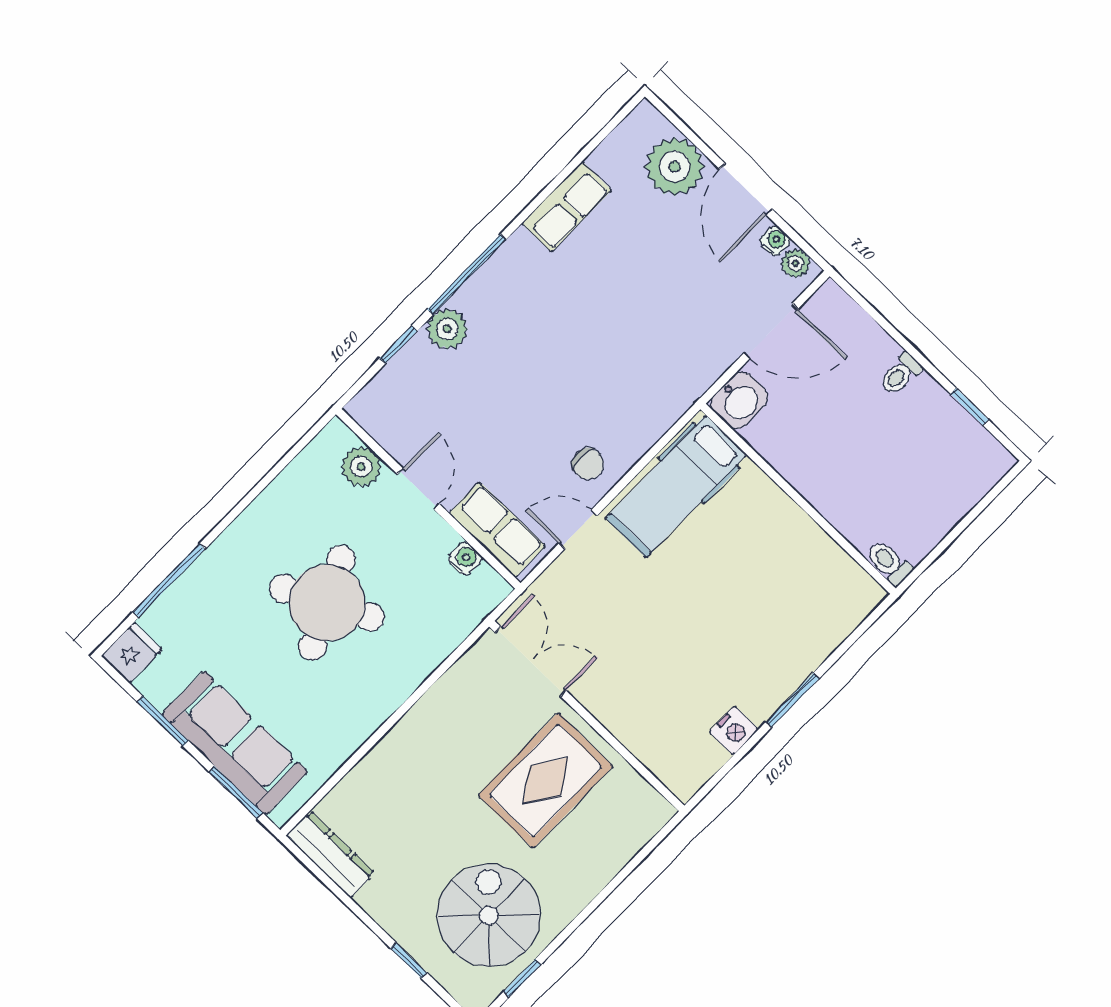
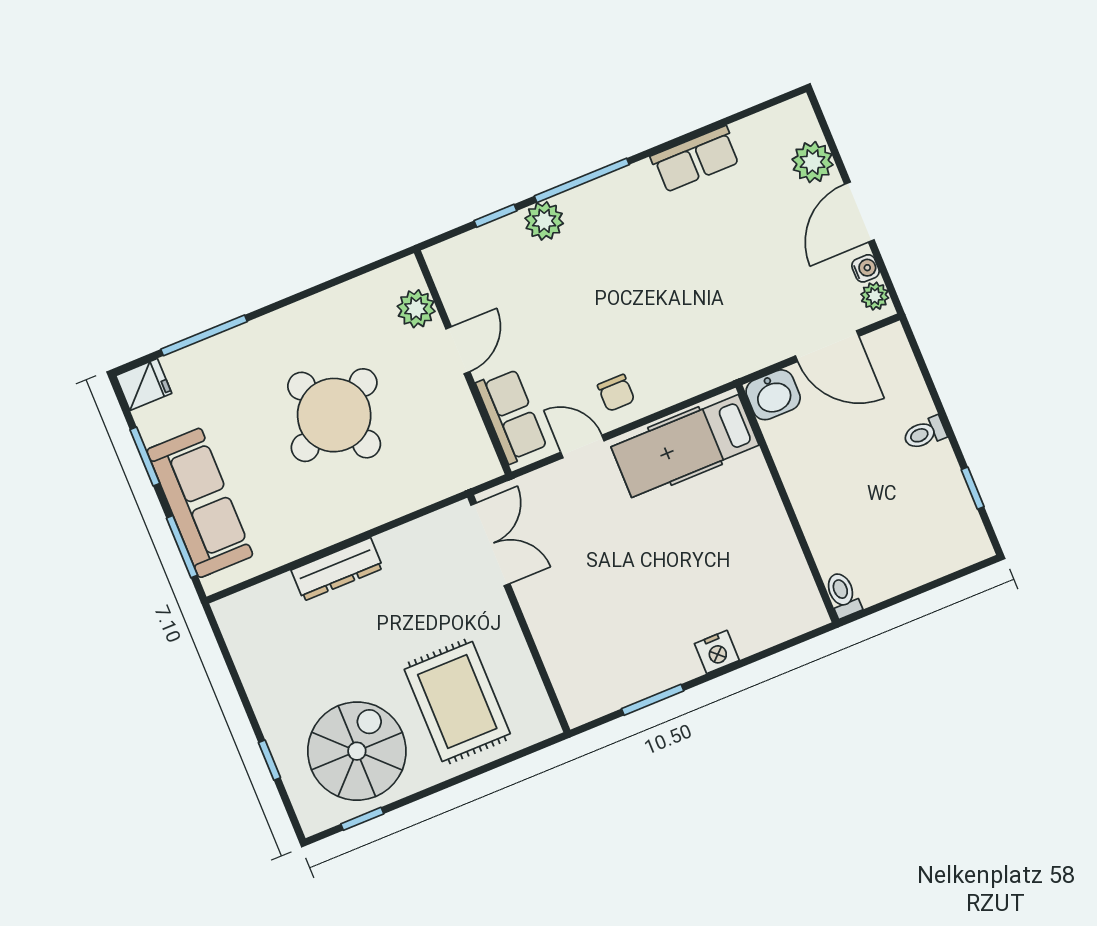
plant: (675, 166) -> (813, 162), width x0.73, depth x0.73
water cooler: (465, 559) -> (472, 429), removed
window: (793, 700) -> (653, 700), moved
nightstand: (734, 731) -> (717, 652), moved
rug: (545, 781) -> (457, 701), moved, turned 90
dresser: (330, 854) -> (337, 569), moved, turned 90

